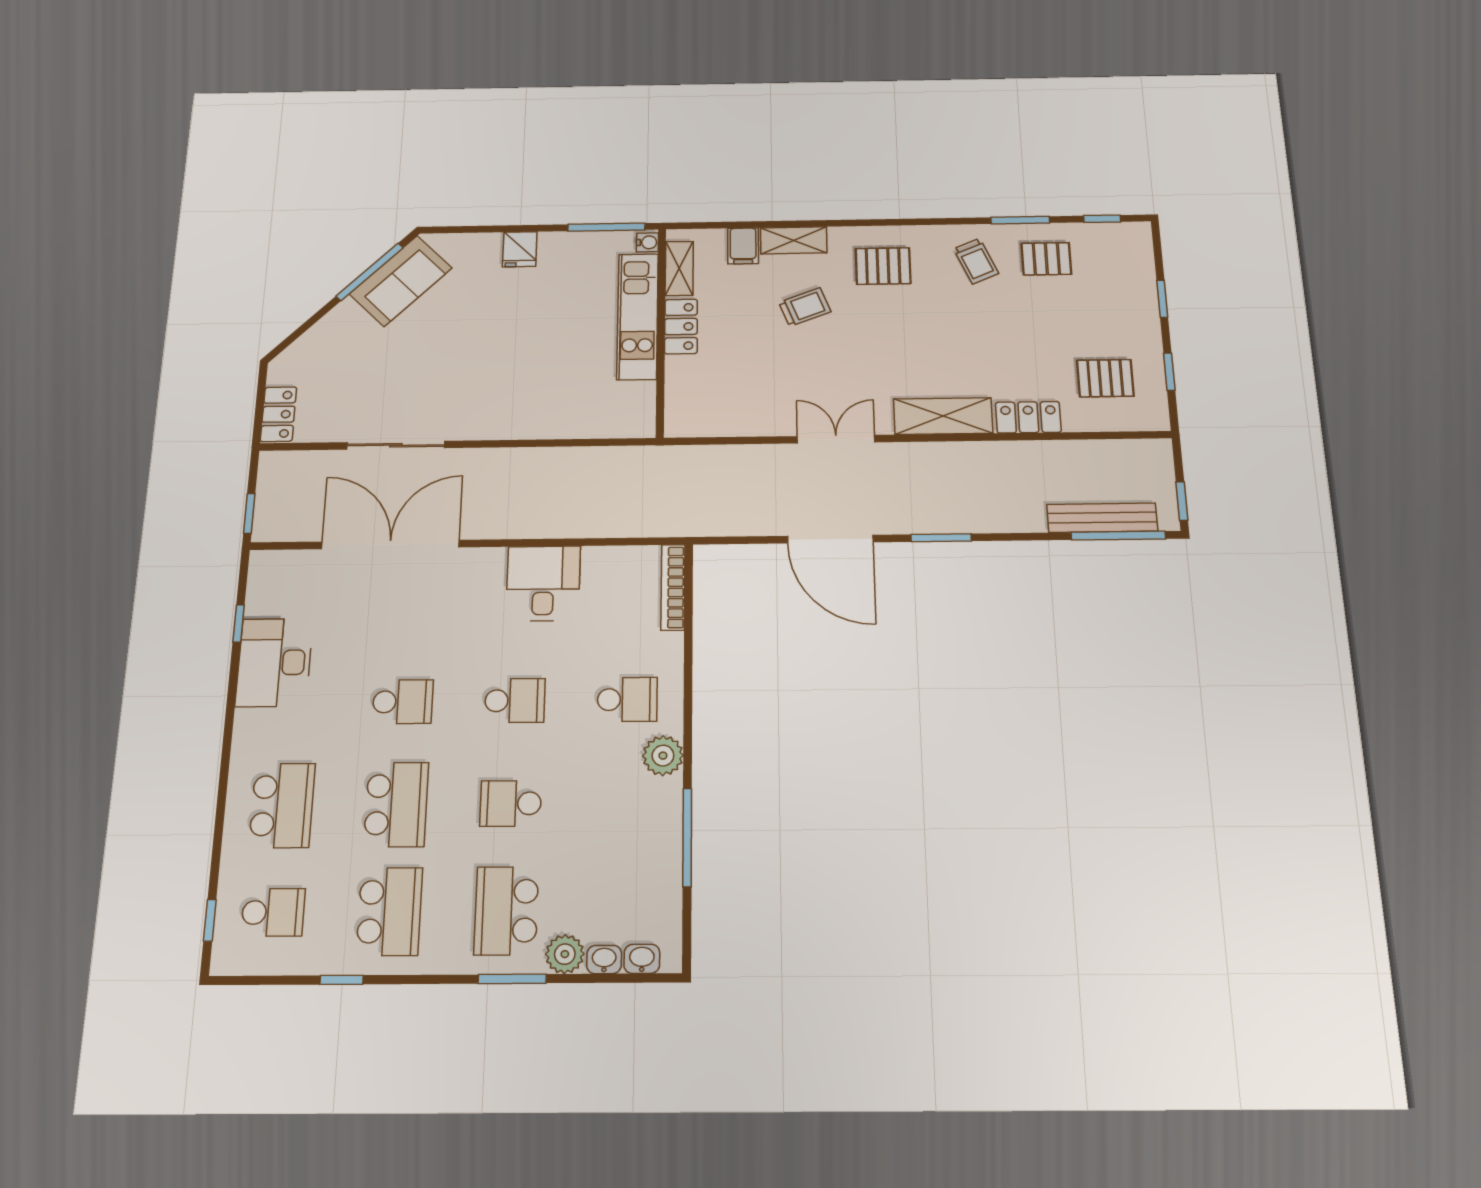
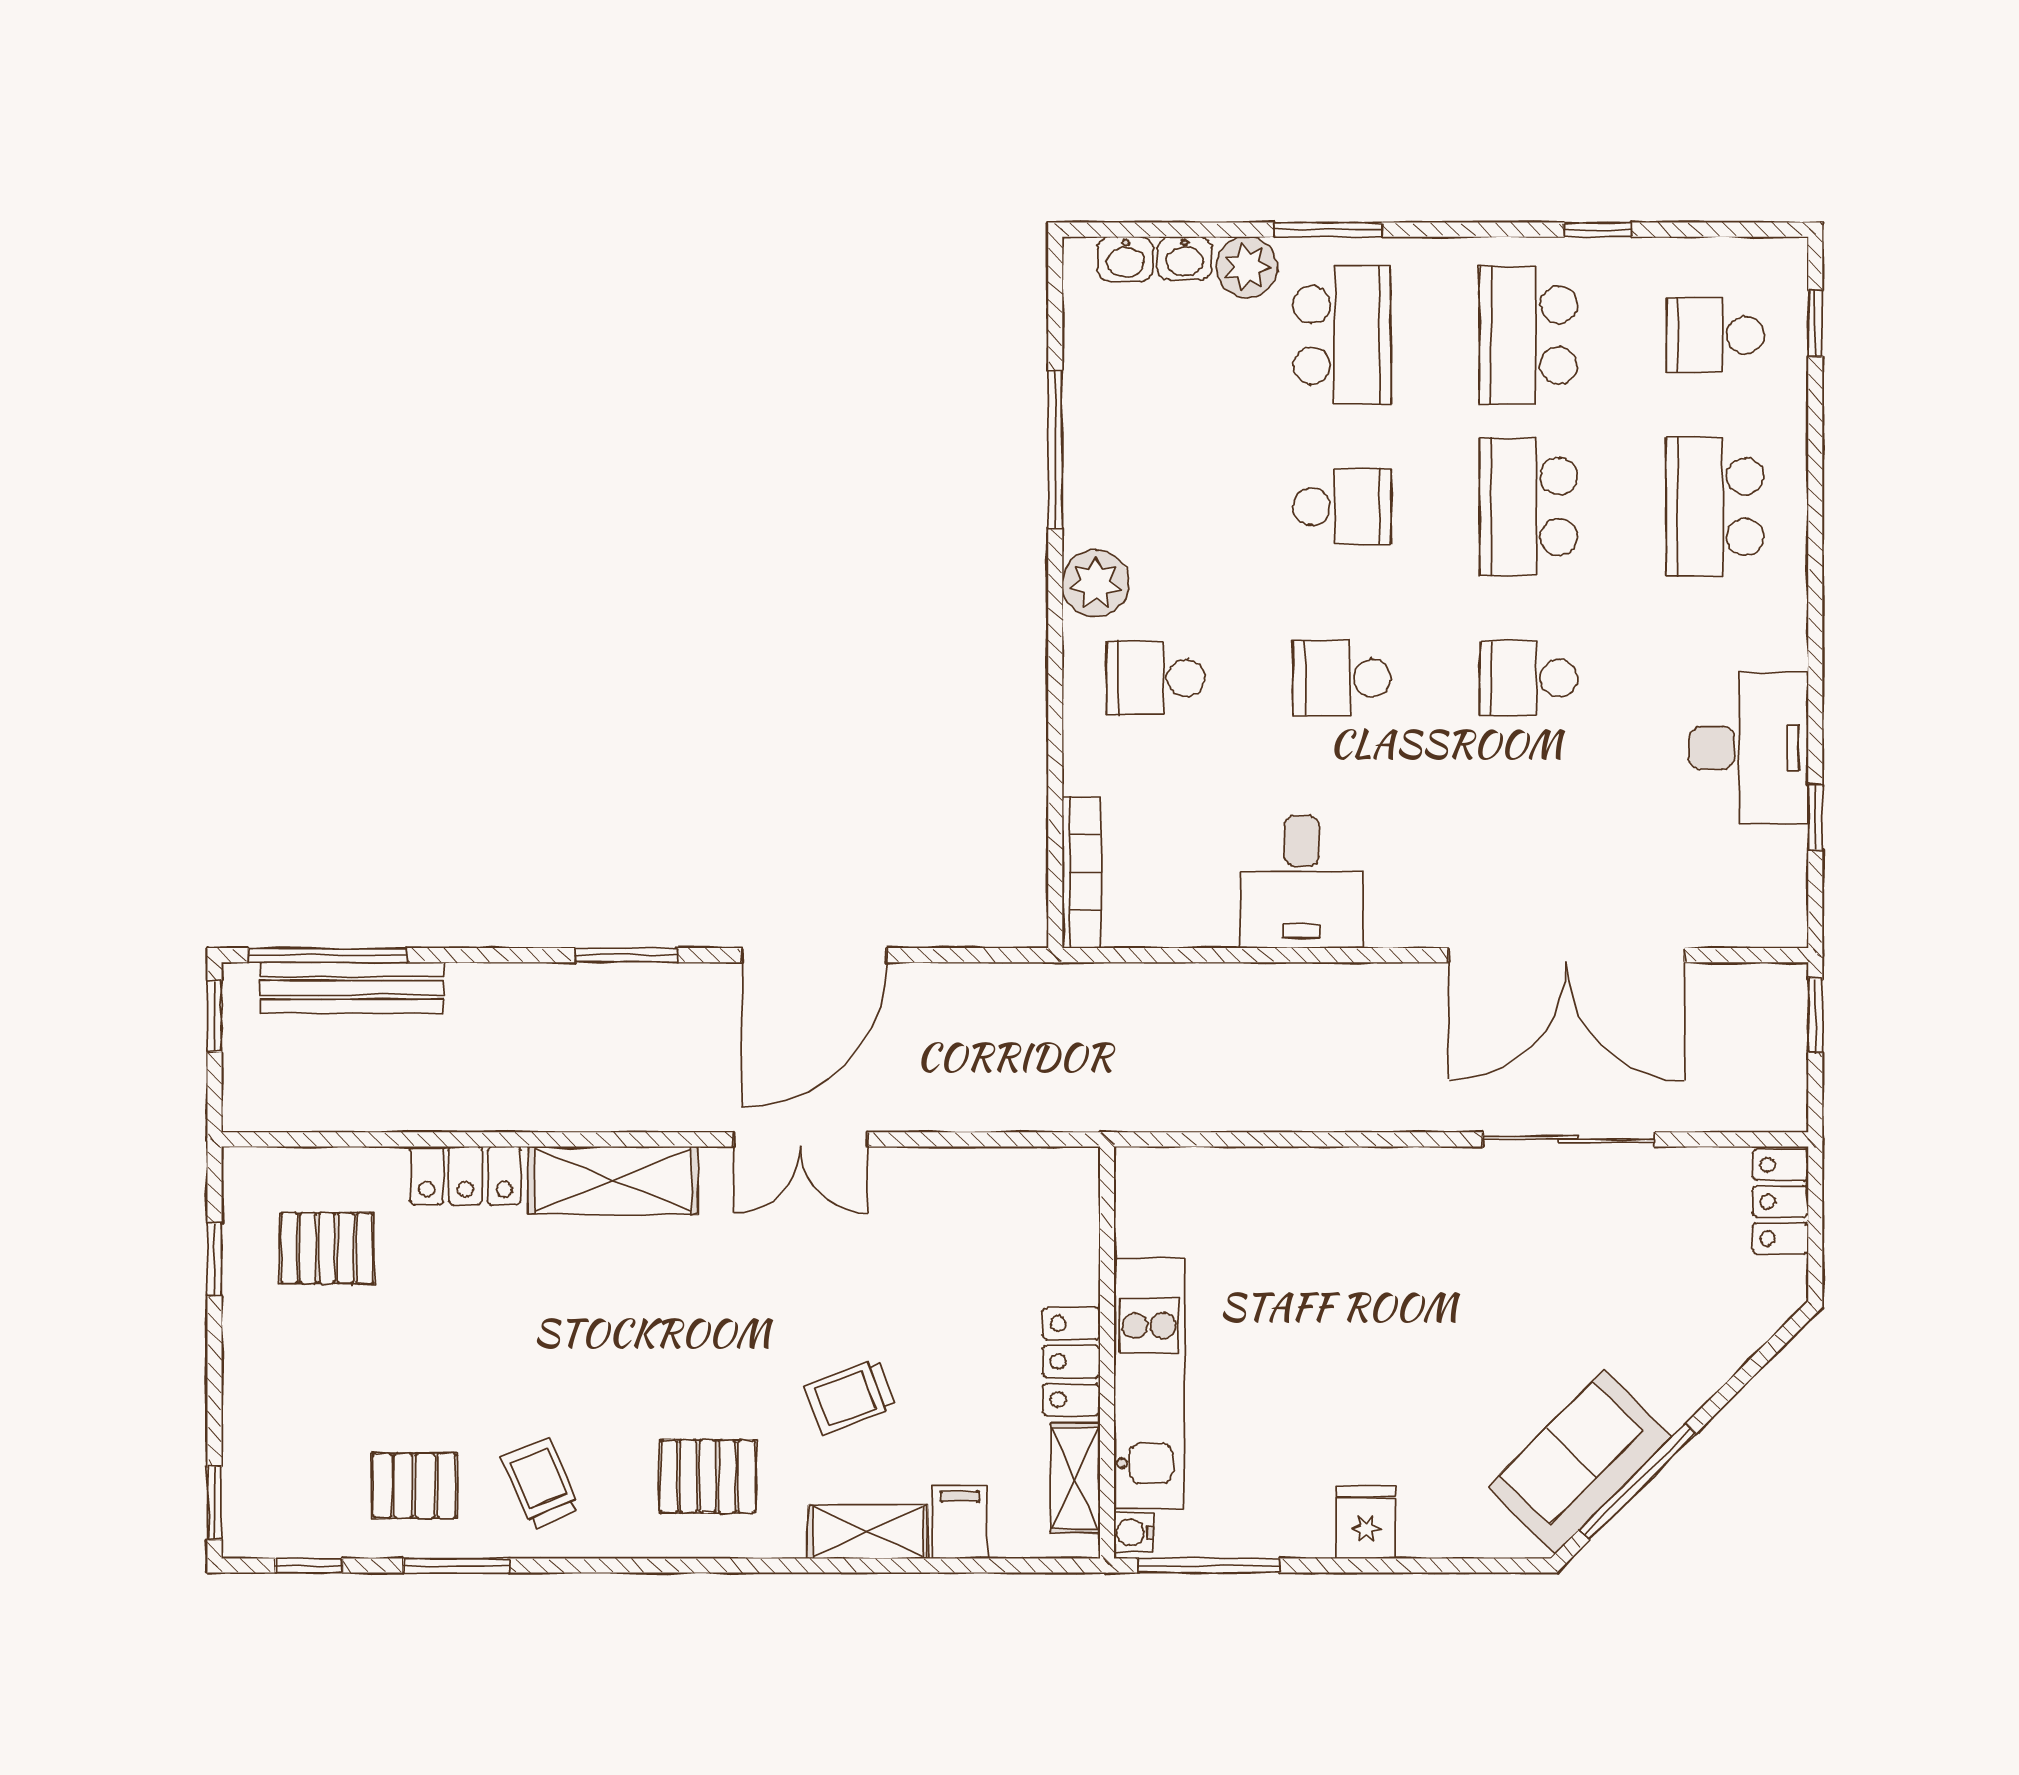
window: (1162, 299) -> (214, 1503), moved
door: (830, 539) -> (814, 955), swing flipped

